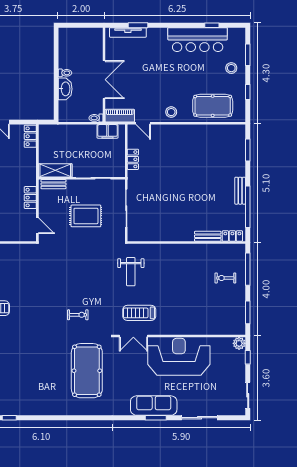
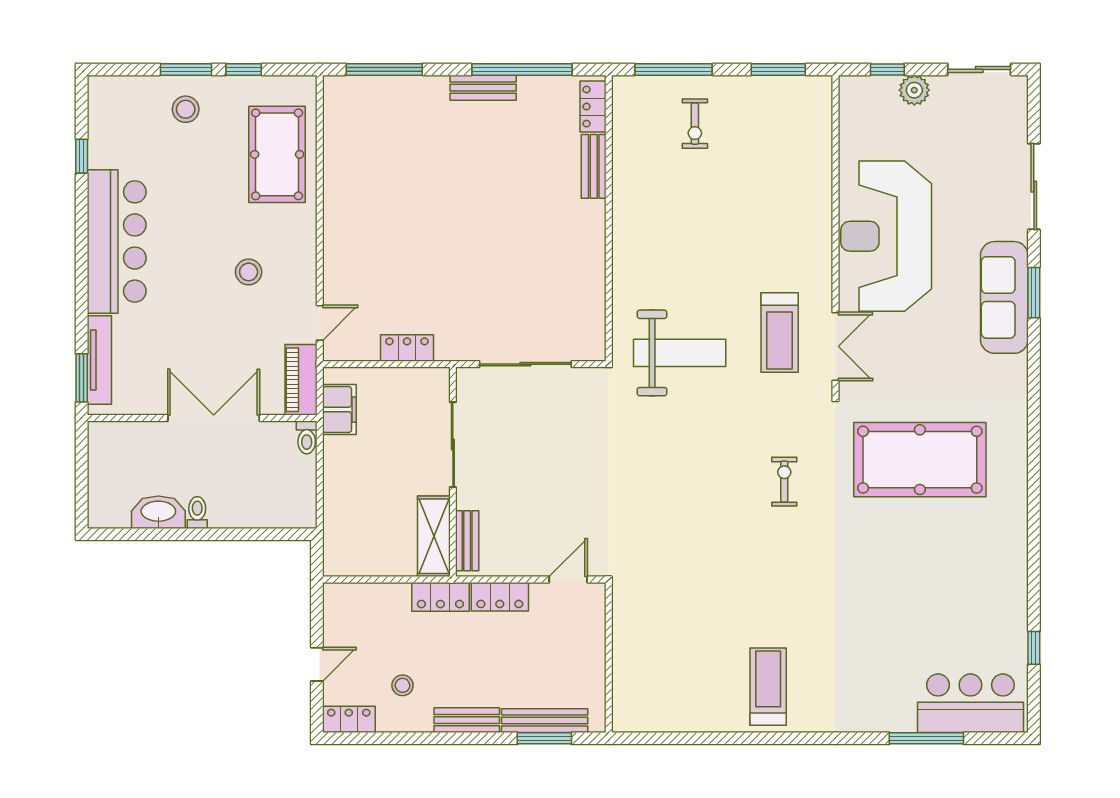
window: (138, 25) -> (82, 378), moved
bar counter: (198, 40) -> (117, 241), moved
window: (248, 55) -> (186, 69), moved
washbasin: (65, 89) -> (158, 512), moved
stool: (171, 112) -> (249, 272), moved
locker: (30, 136) -> (440, 597), moved
window: (248, 150) -> (384, 69), width x1.44
rug: (86, 216) -> (544, 462), removed
weight bench: (131, 272) -> (680, 353), width x1.36, depth x1.33
plant: (239, 343) -> (914, 90), moved

